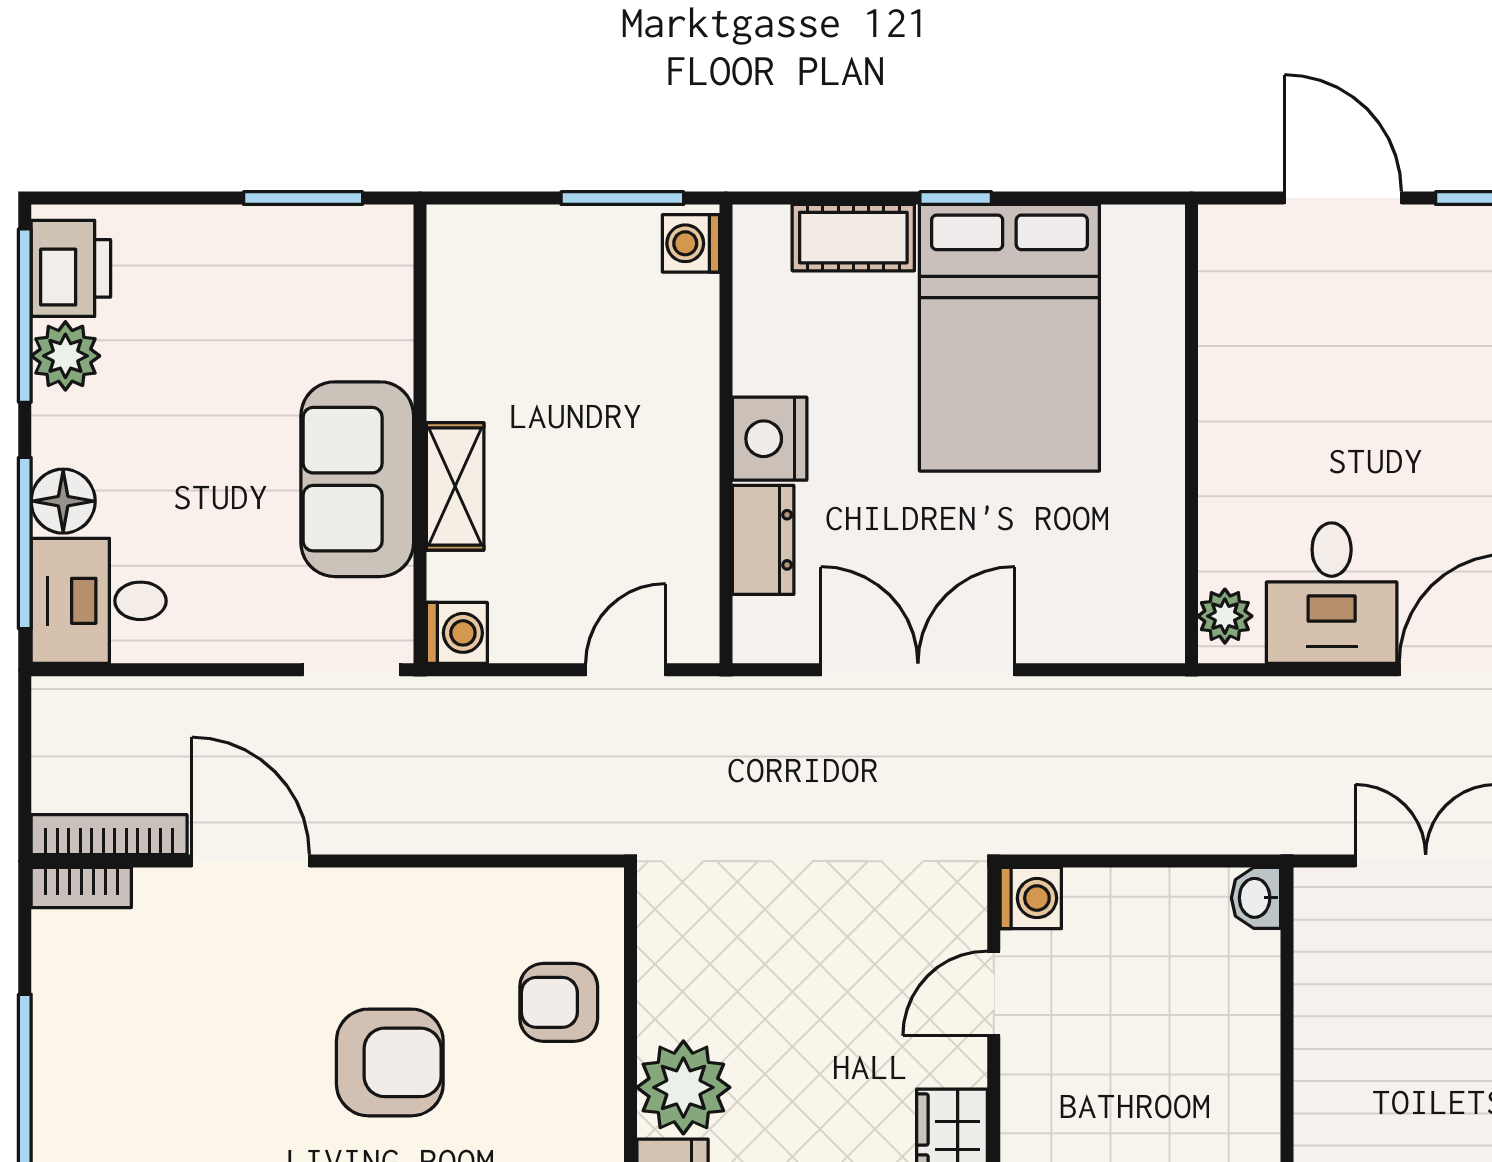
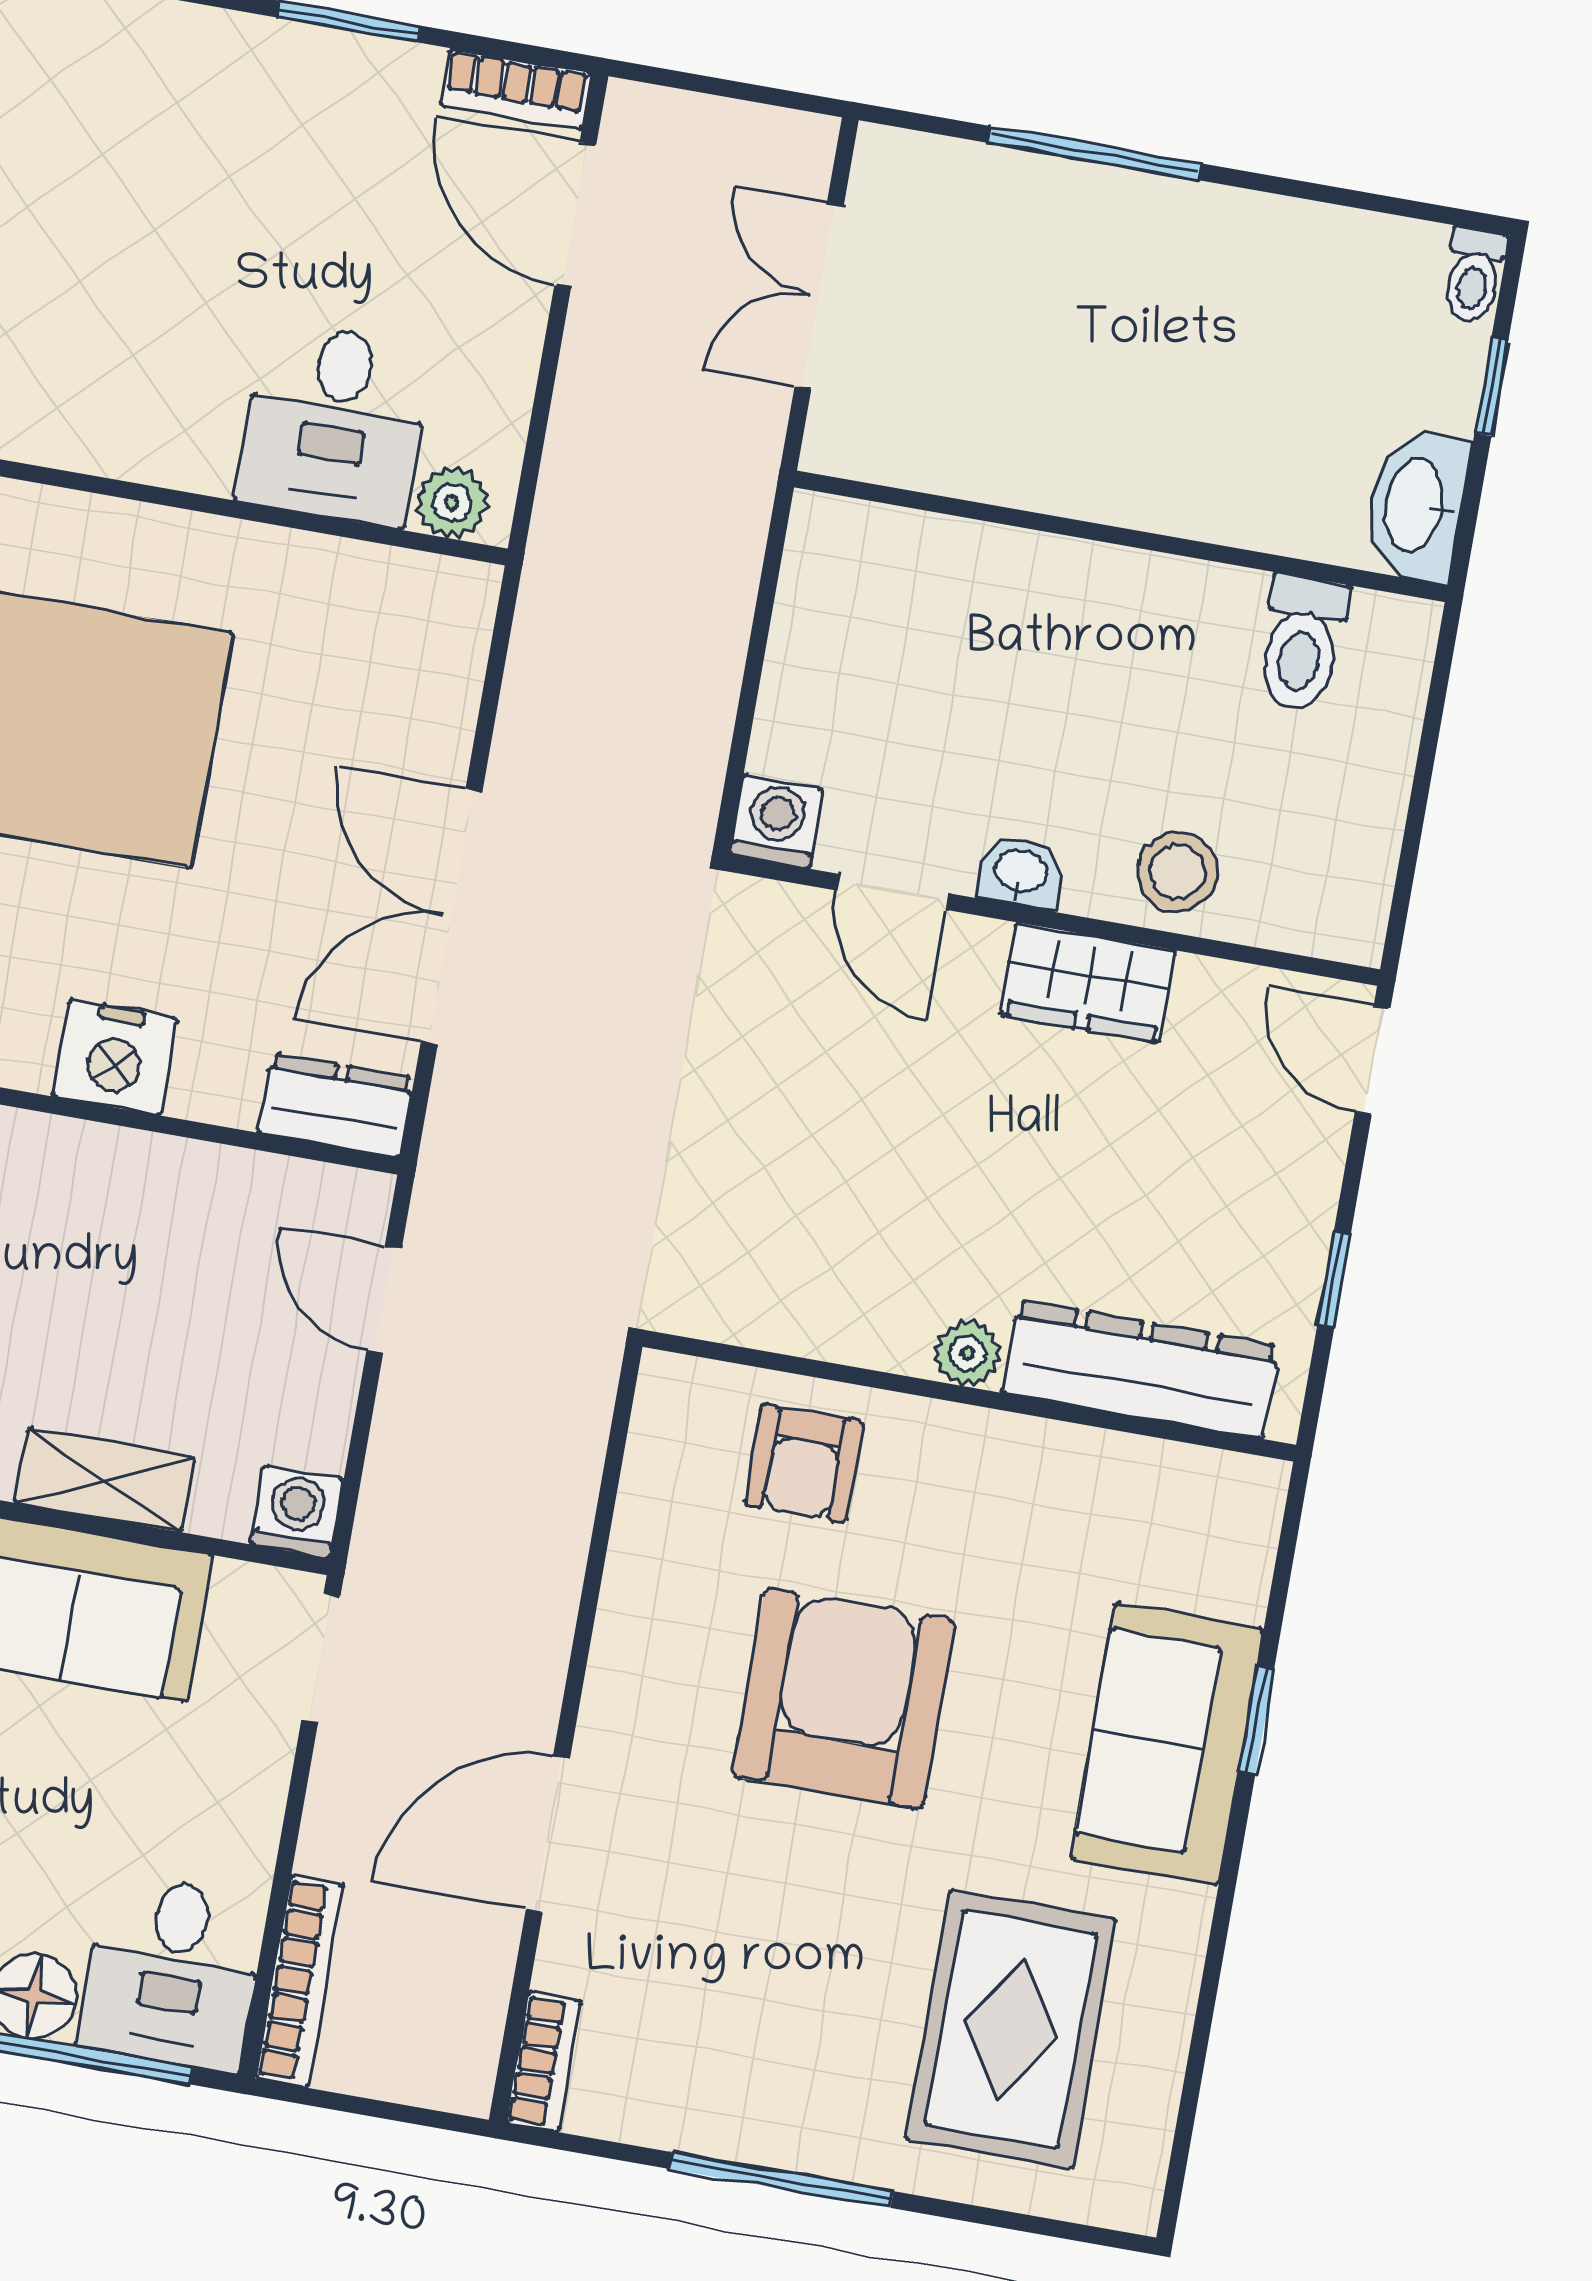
dresser: (763, 540) -> (336, 1105), moved
desk: (1332, 593) -> (335, 423), moved, turned 90
bookcase: (109, 835) -> (299, 1981), moved, turned 180
washbasin: (1256, 898) -> (1020, 873), moved, turned 180
armchair: (390, 1062) -> (844, 1698), width x1.36, depth x1.36
plant: (683, 1087) -> (968, 1353), width x0.53, depth x0.53

